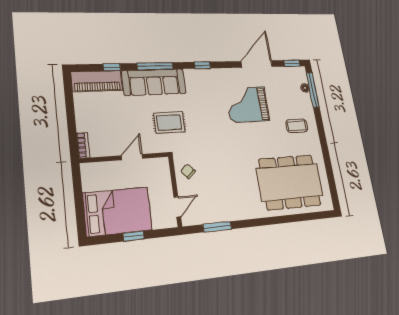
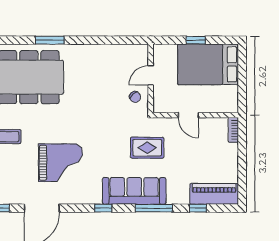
sofa: (154, 82) -> (134, 191), moved
door: (132, 157) -> (188, 115), hinge flipped
door: (177, 207) -> (151, 75), moved
window: (217, 227) -> (50, 40), moved

